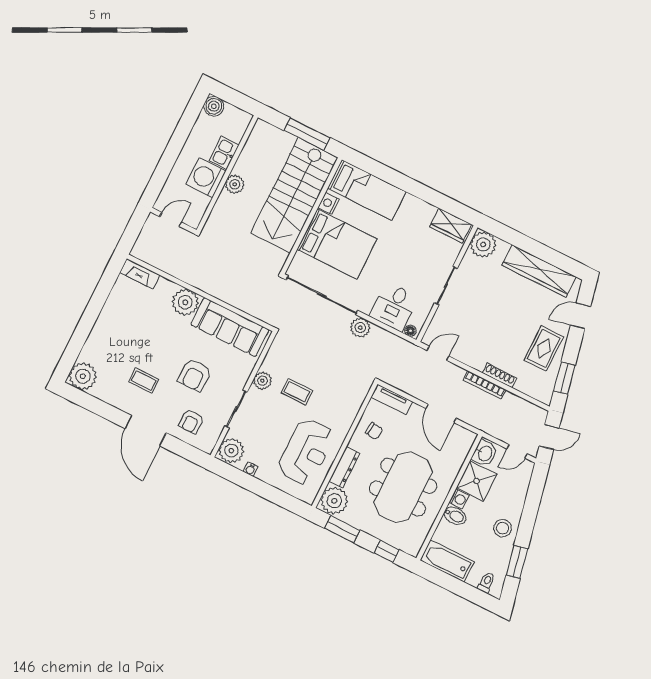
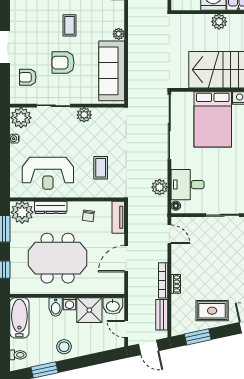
plant: (185, 302) -> (119, 34), width x0.53, depth x0.53
plant: (360, 328) -> (160, 187), moved
shoe rack: (499, 375) -> (176, 284), width x0.70
coffee table: (144, 380) -> (69, 25), moved
coffee table: (297, 392) -> (101, 168), moved
bench: (521, 405) -> (162, 315), added

